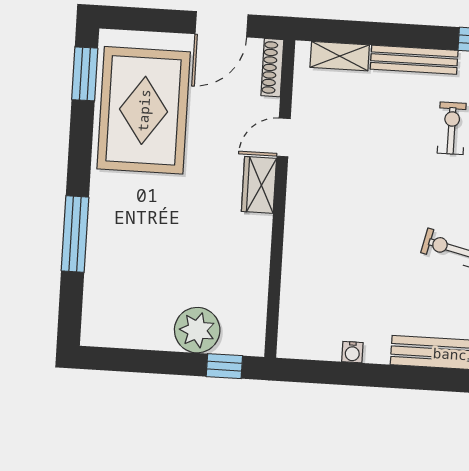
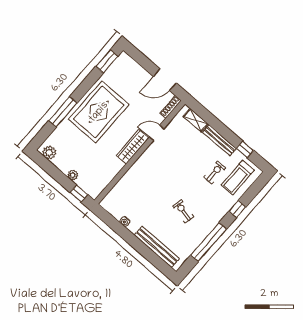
rug: (144, 110) -> (99, 112), moved
wardrobe: (259, 185) -> (133, 147), width x1.50
plant: (197, 330) -> (73, 175), width x0.53, depth x0.53
plant: (108, 331) -> (49, 153), added

